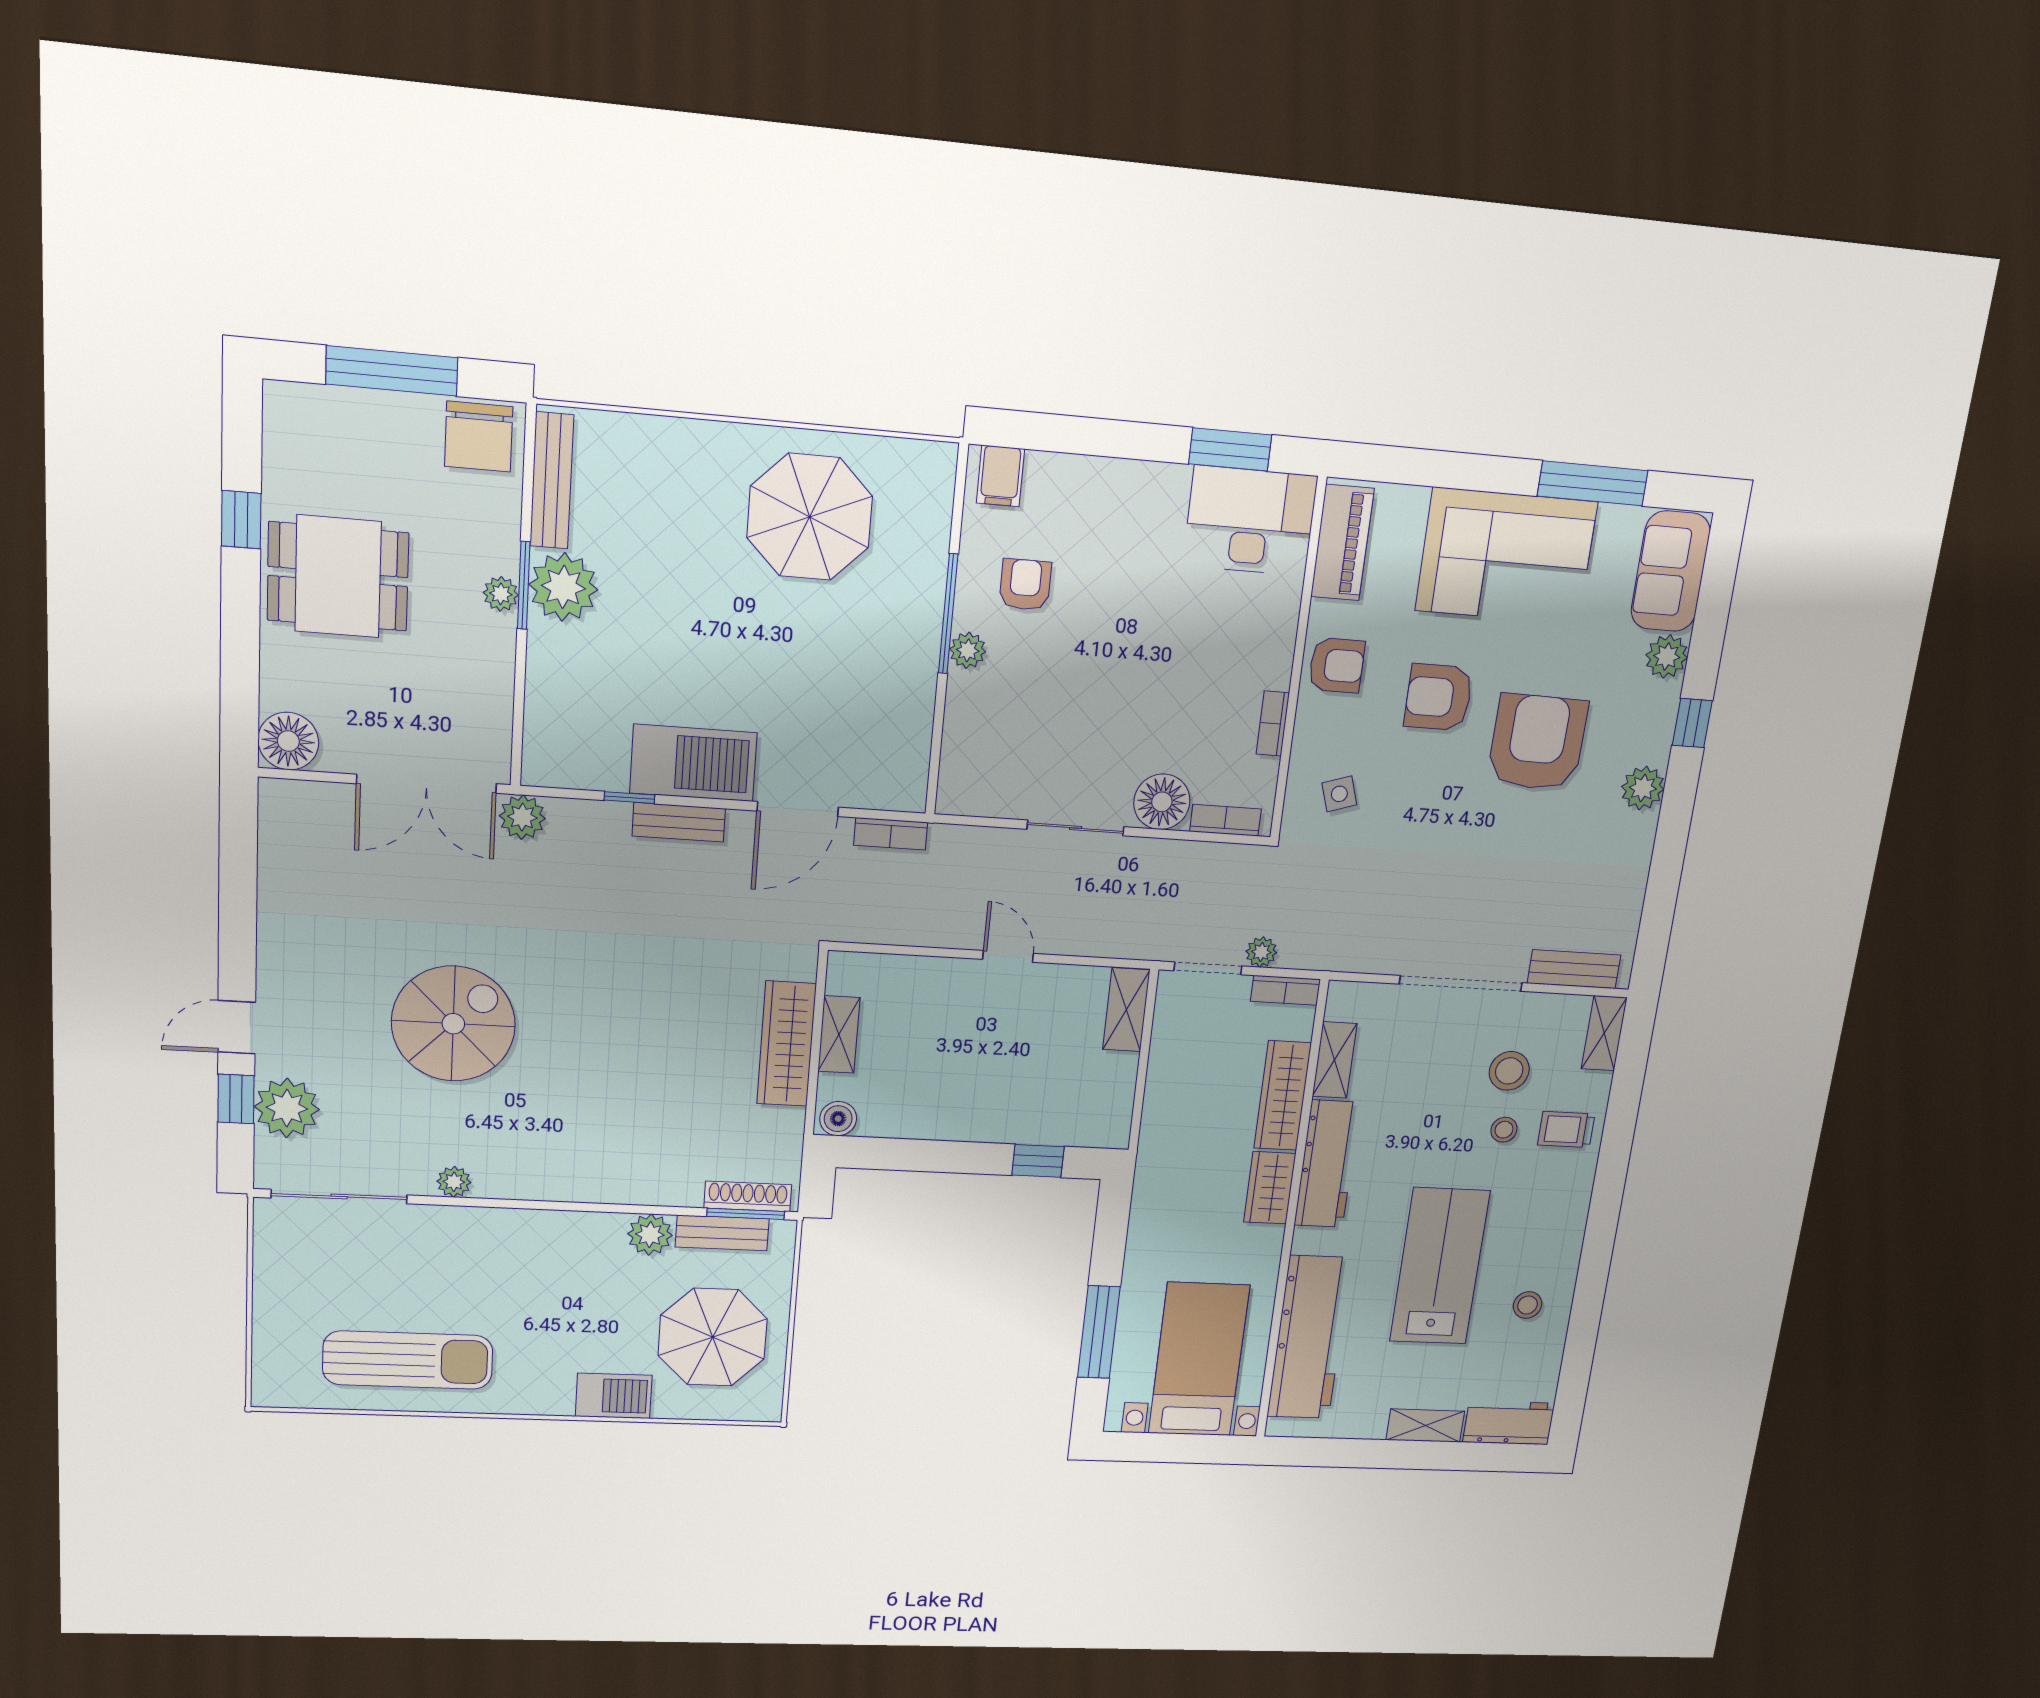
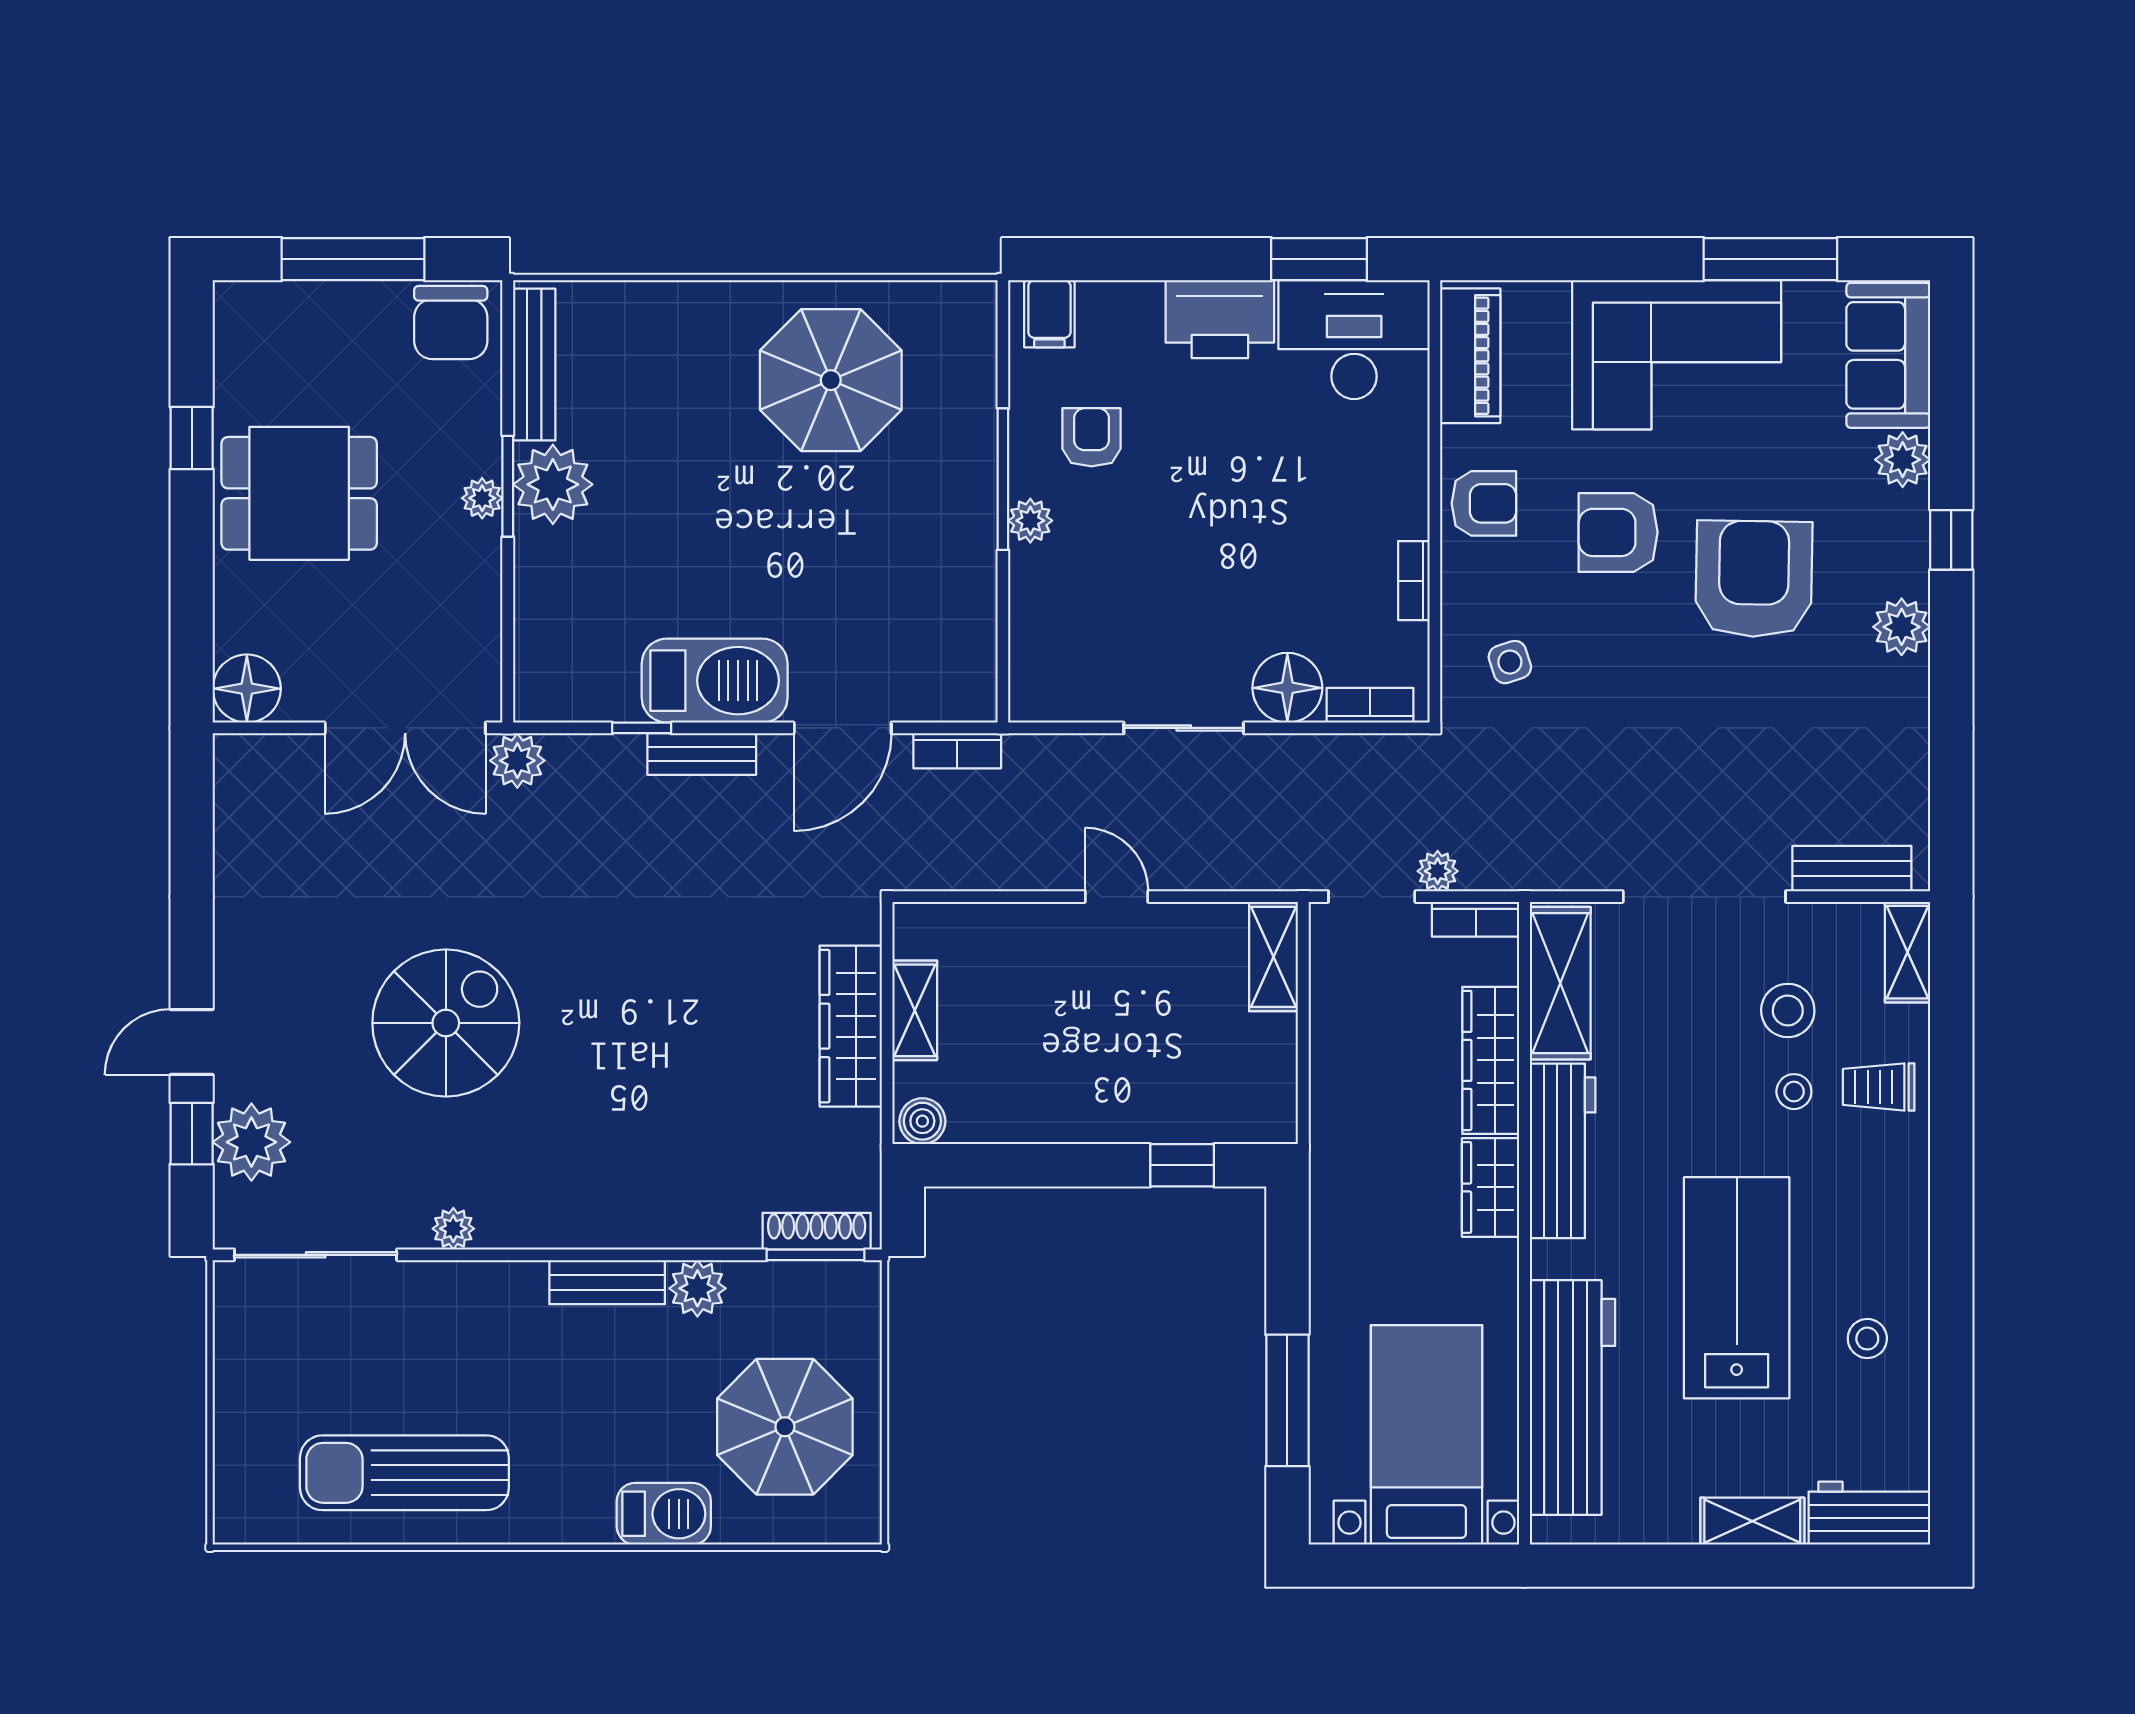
printer: (1142, 493) -> (1220, 319), added
shelving: (1335, 1060) -> (1560, 983), width x1.50, depth x1.33
bench: (722, 1233) -> (607, 1282), moved
sun lounger: (408, 1360) -> (404, 1473), turned 180

